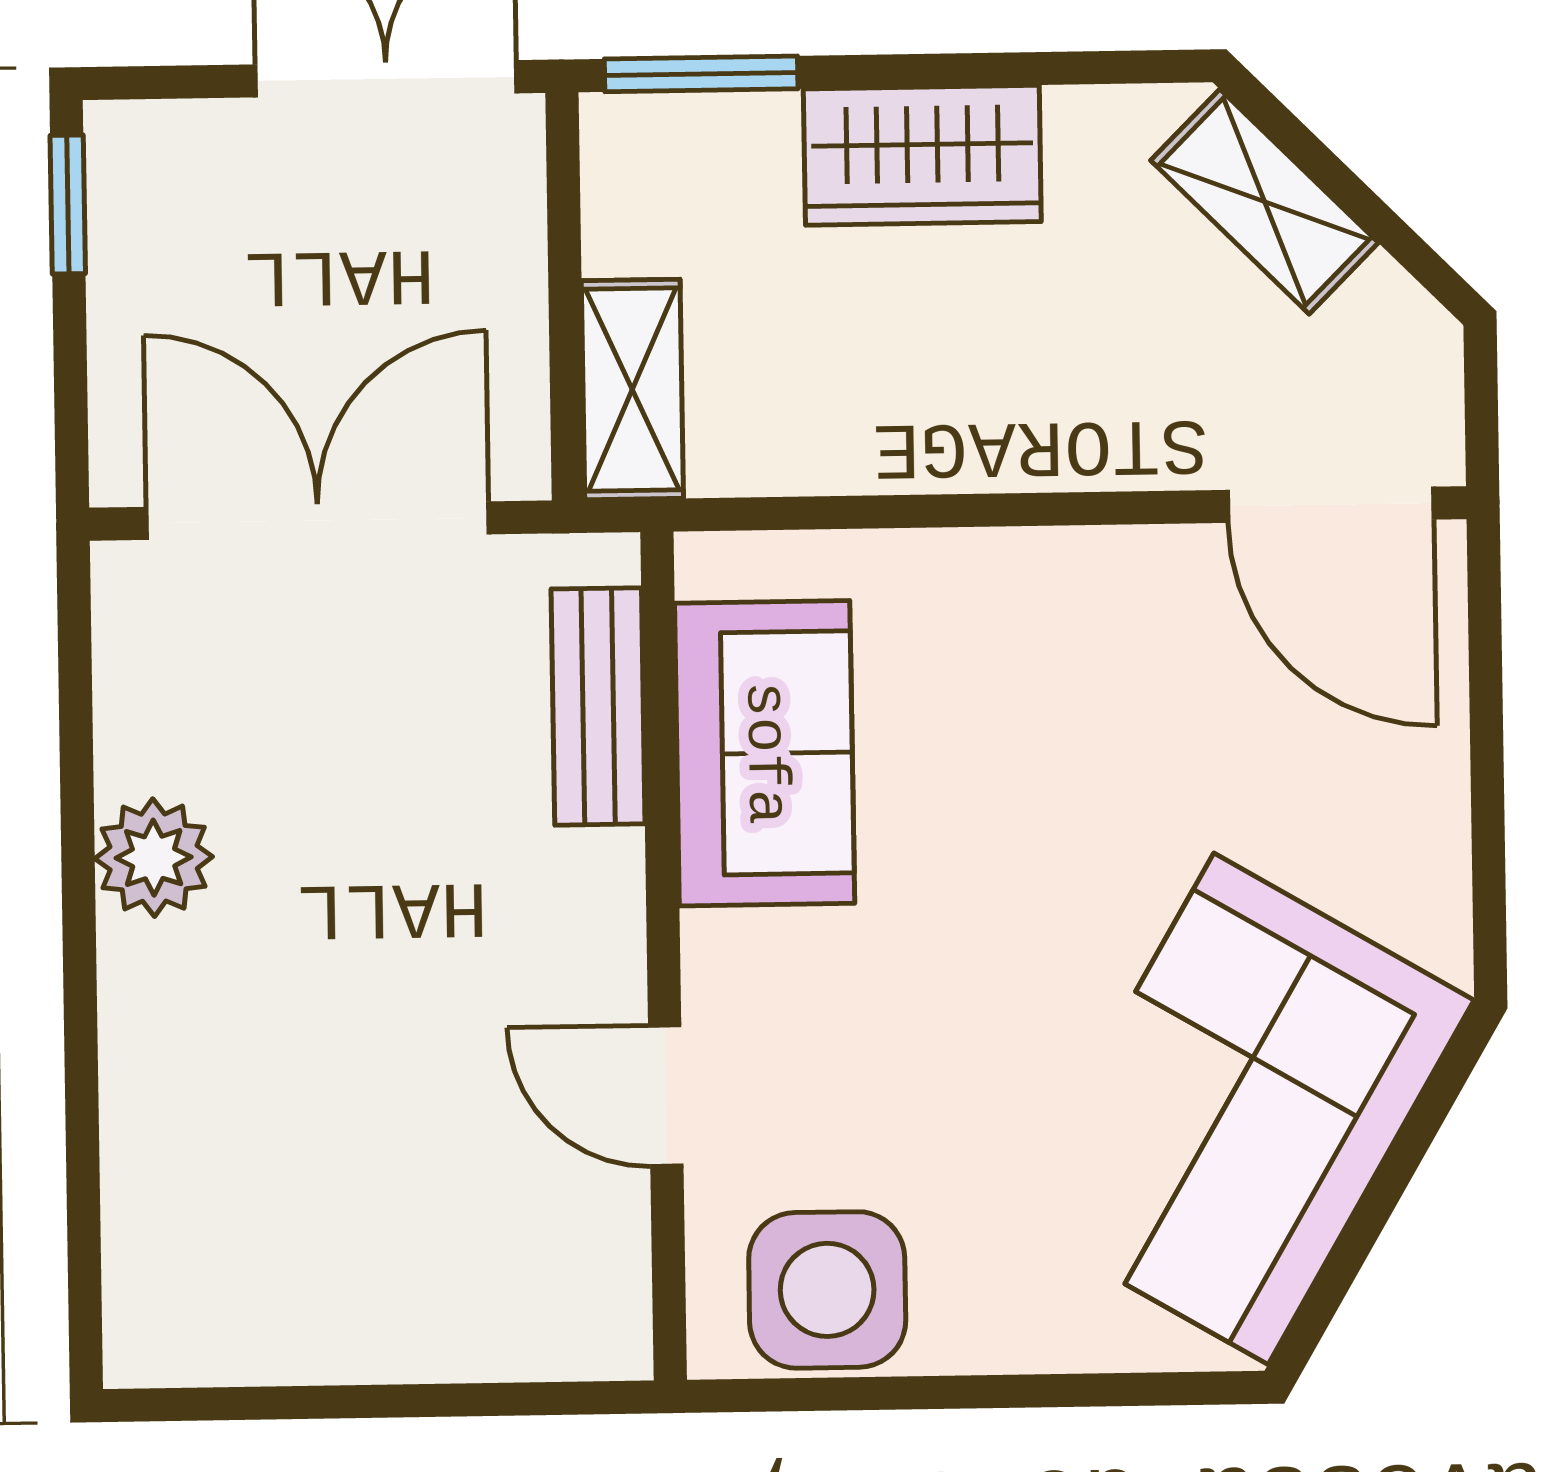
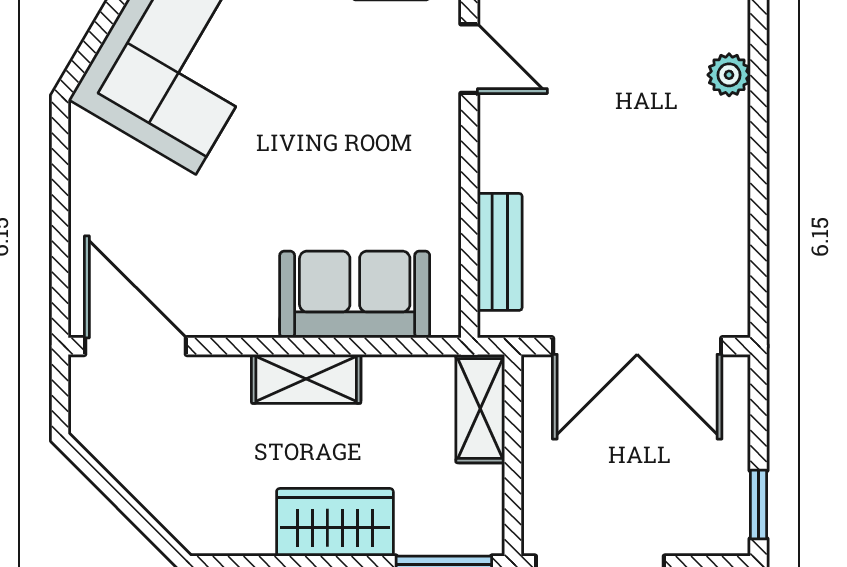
shelving: (1265, 202) -> (306, 379), moved, turned -45
sofa: (765, 753) -> (355, 295), moved, turned 90
plant: (154, 858) -> (729, 75), moved, width x0.73, depth x0.73

